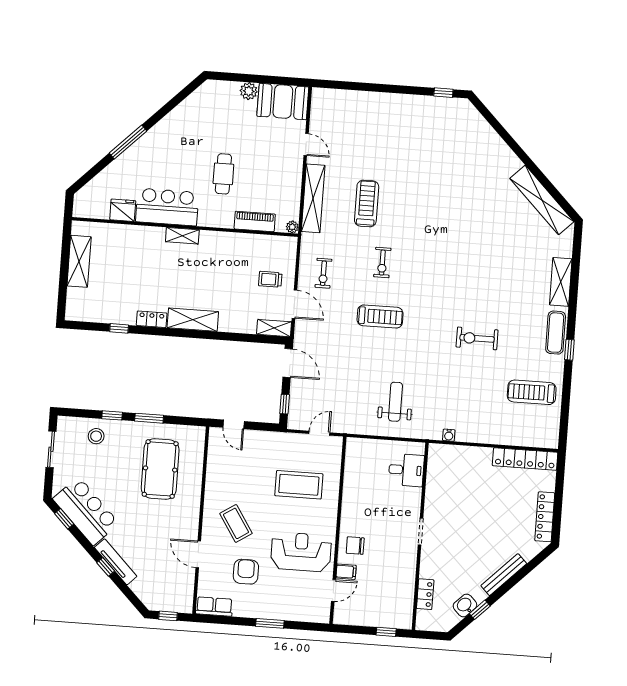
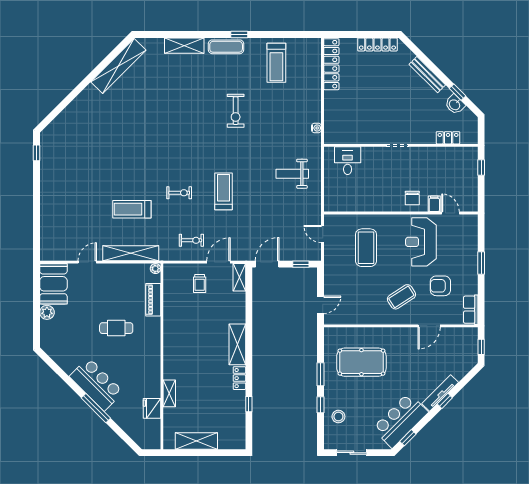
bar counter: (167, 207) -> (96, 384), moved, turned 135
shelving: (182, 236) -> (169, 393), moved

